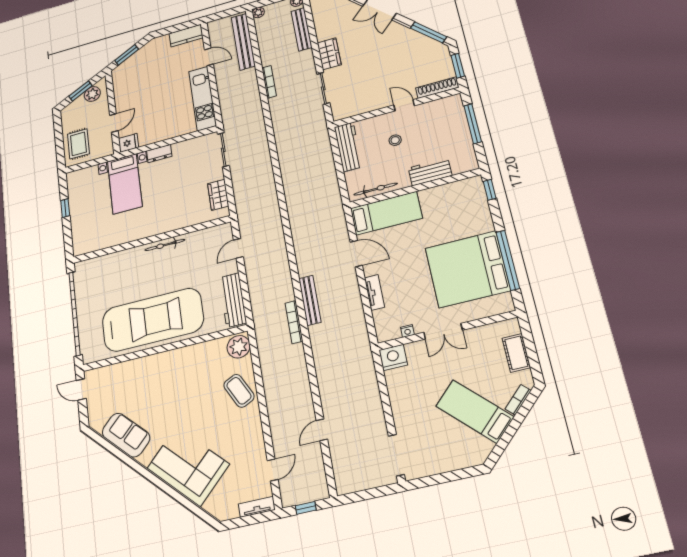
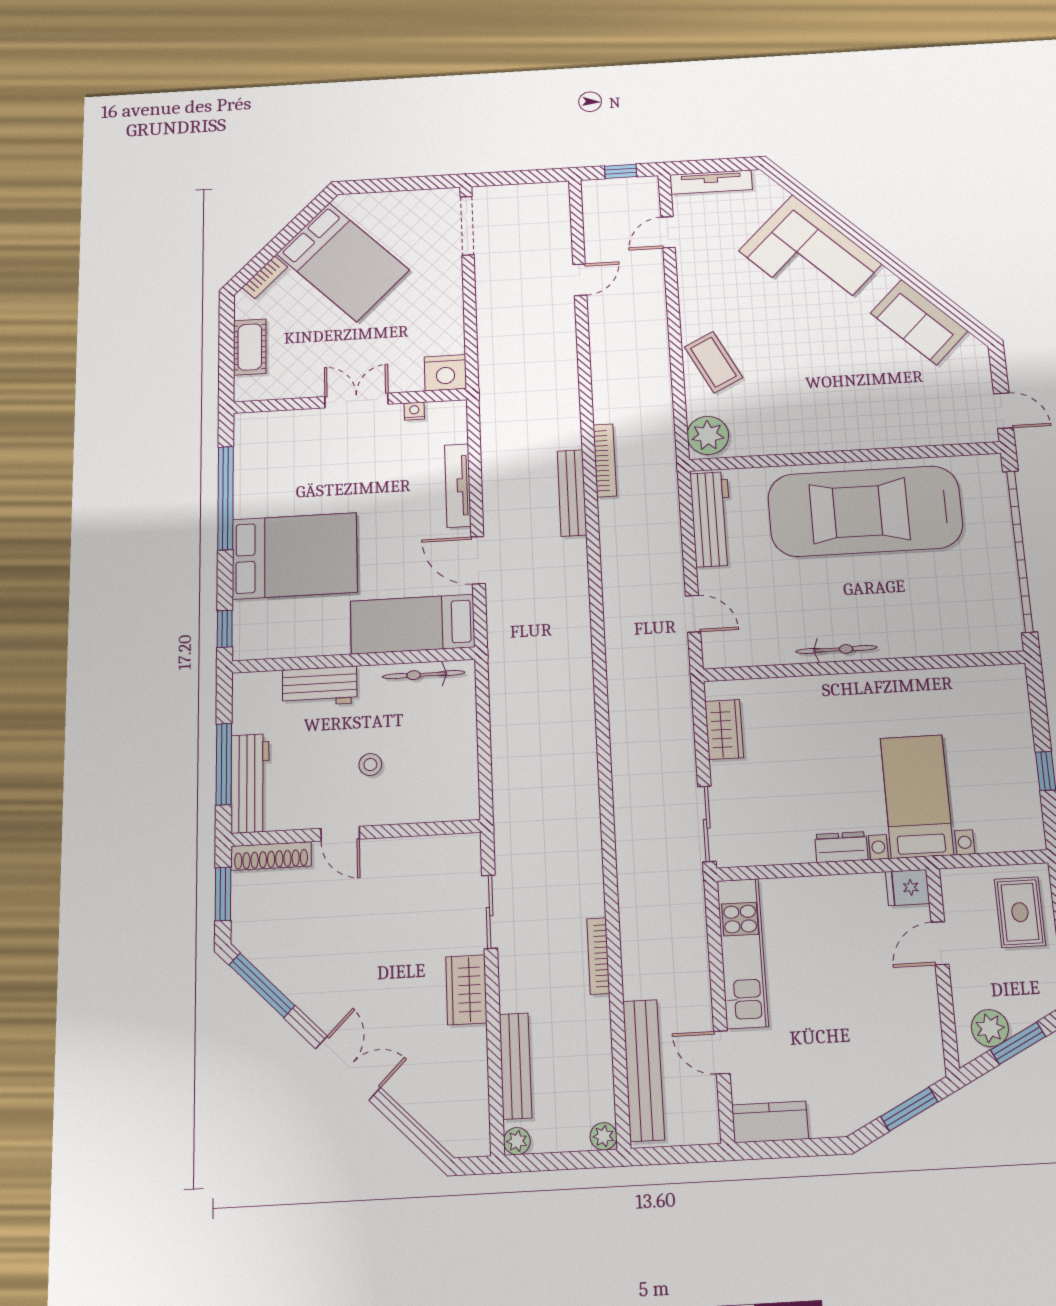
workbench: (348, 147) -> (250, 783), moved, turned 180
door: (238, 248) -> (693, 614), hinge flipped
bed: (468, 269) -> (295, 556), moved, width x0.73
tv unit: (374, 292) -> (458, 486), width x1.41
bed: (475, 411) -> (343, 262), width x1.50
tv unit: (257, 507) -> (711, 182), width x1.41

